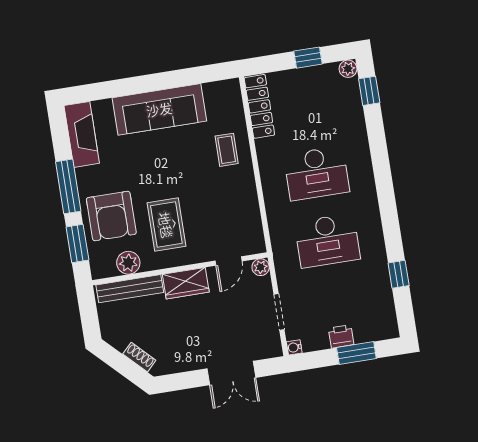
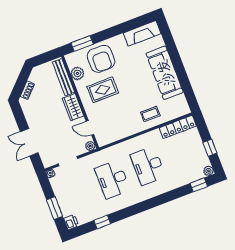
window: (68, 186) -> (112, 32), removed
armchair: (111, 216) -> (101, 59), turned -90
printer: (341, 336) -> (71, 222), moved

